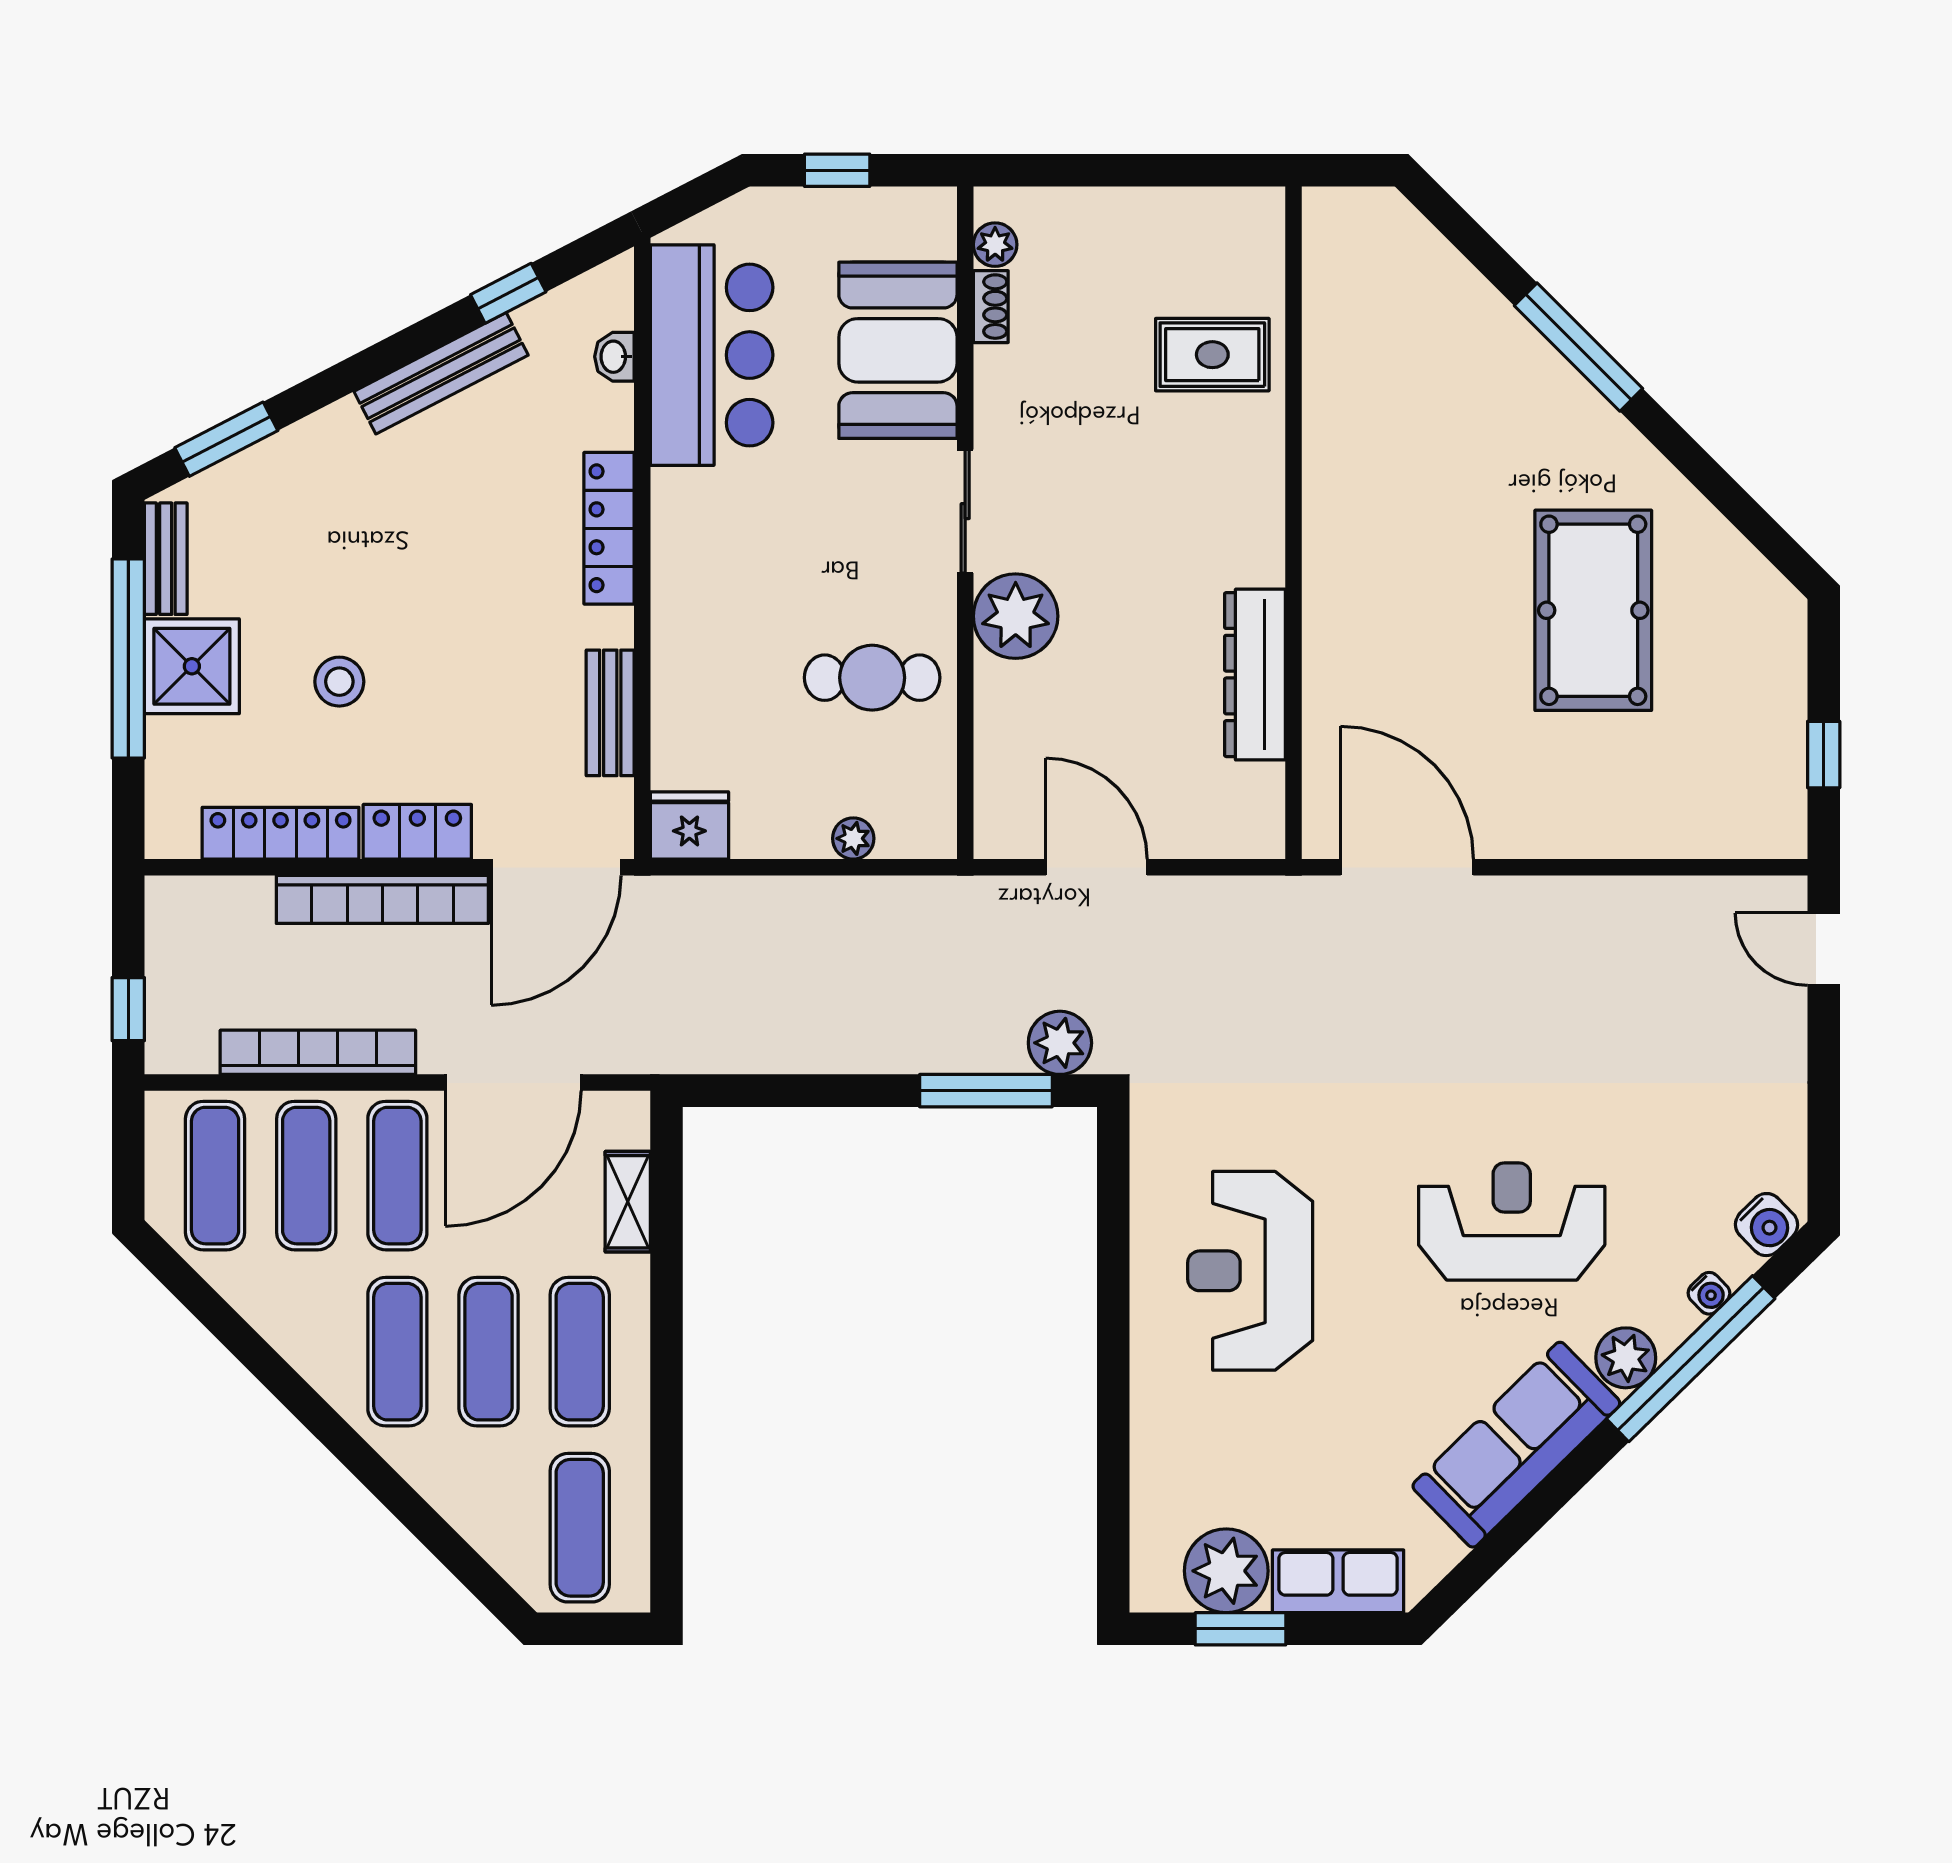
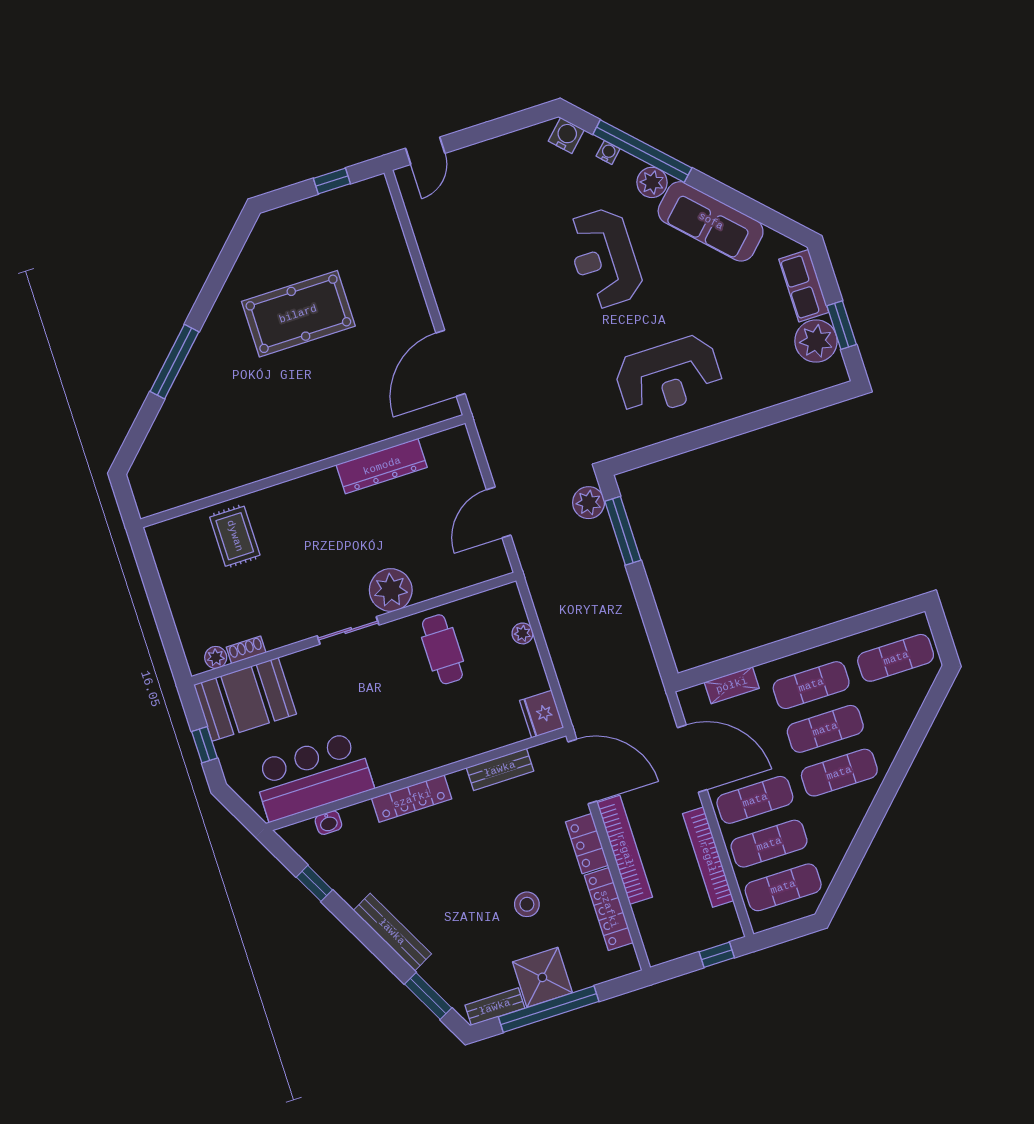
booth: (898, 350) -> (245, 699), moved
bench: (441, 373) -> (392, 932), moved

